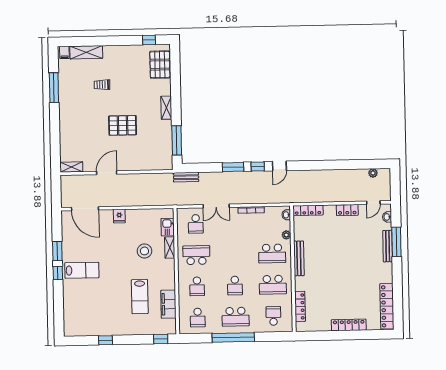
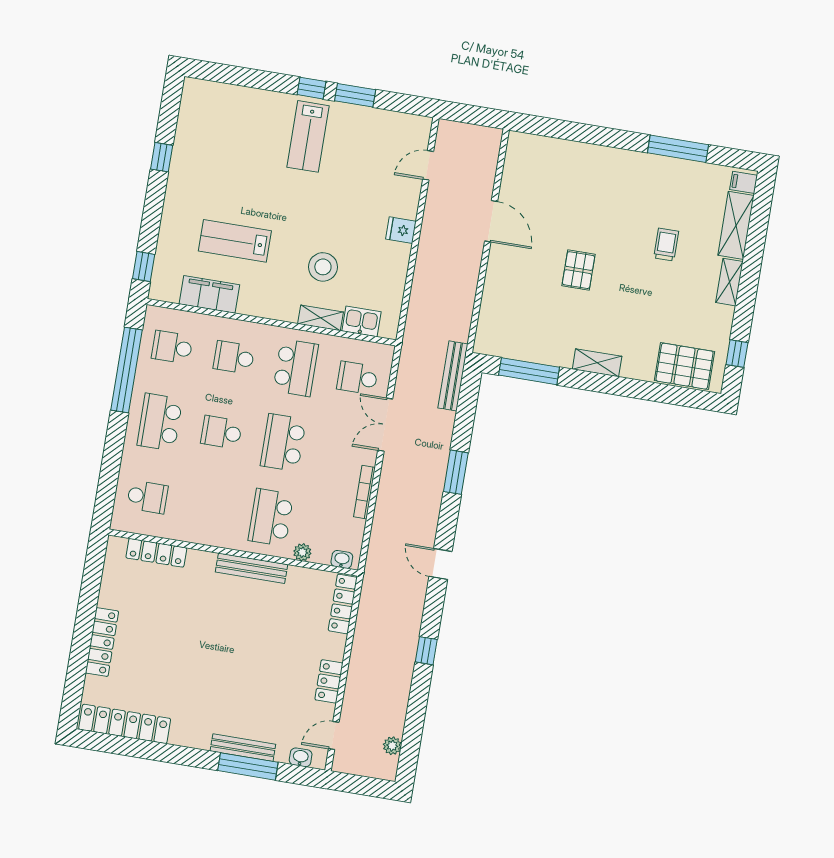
pallet: (123, 125) -> (578, 270), width x0.67, depth x0.71
window: (258, 166) -> (426, 651), moved
shelving: (71, 167) -> (729, 282), moved
bench: (186, 177) -> (453, 376), width x1.36
door: (373, 203) -> (334, 735), hinge flipped
door: (85, 209) -> (428, 165), width x0.53
school desk: (273, 285) -> (283, 443), moved
window: (233, 337) -> (126, 370), moved

